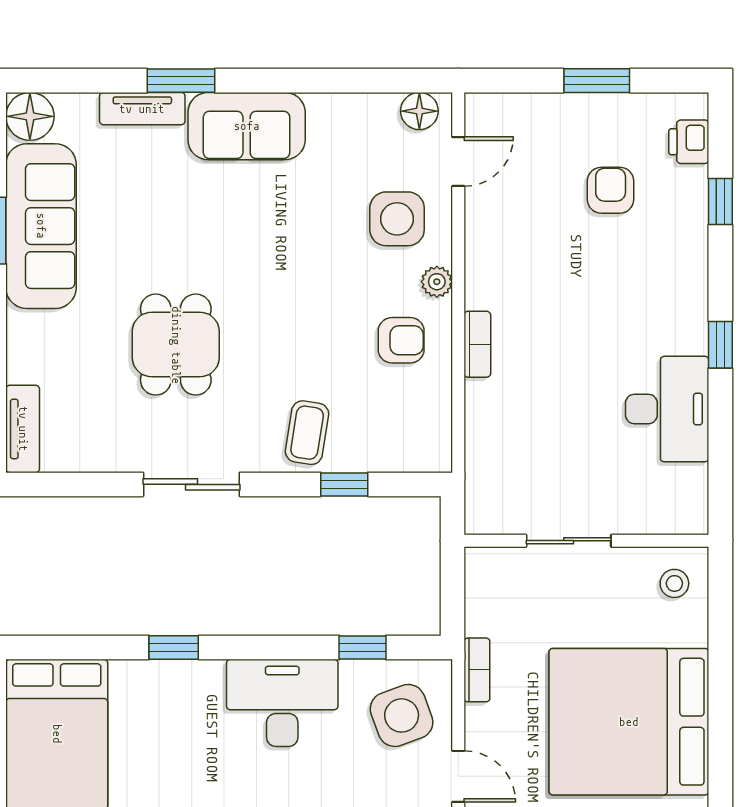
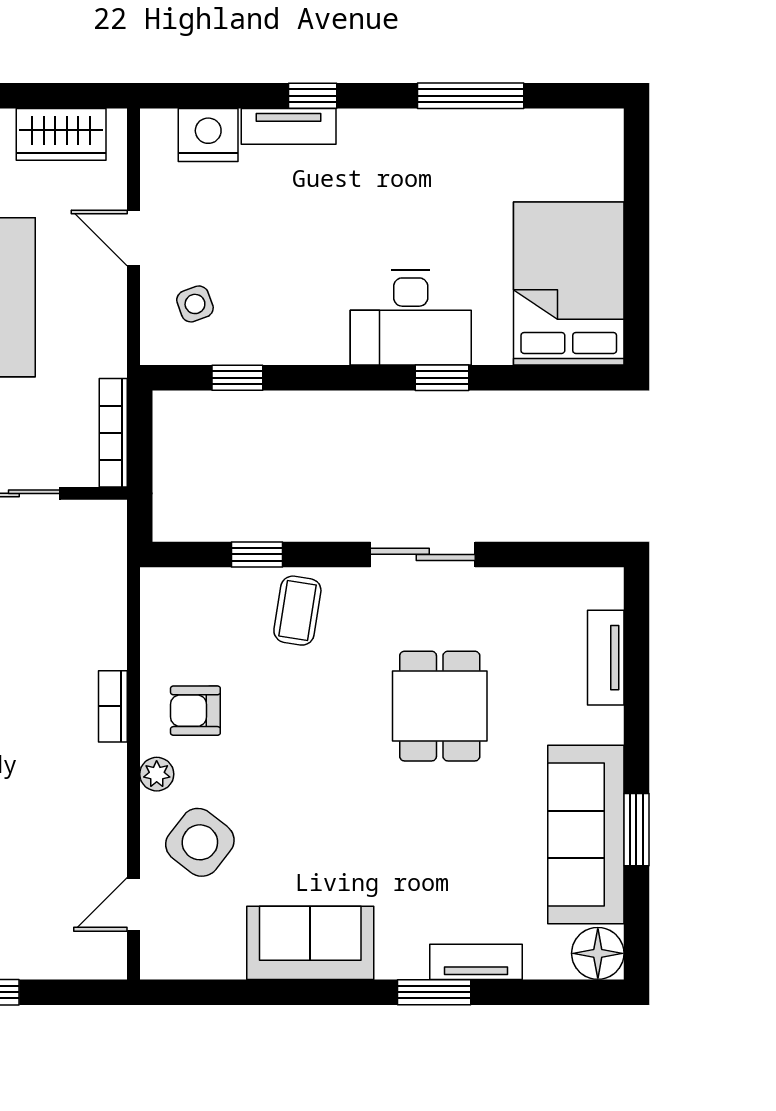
floor lamp: (419, 111) -> (176, 959), removed
sofa: (247, 126) -> (310, 943), moved
side table: (397, 219) -> (200, 842), turned 38
tv unit: (23, 429) -> (606, 658), moved
bookcase: (477, 670) -> (113, 433), moved, width x1.56
desk: (282, 703) -> (411, 318), moved
side table: (402, 715) -> (195, 304), width x0.54, depth x0.54

